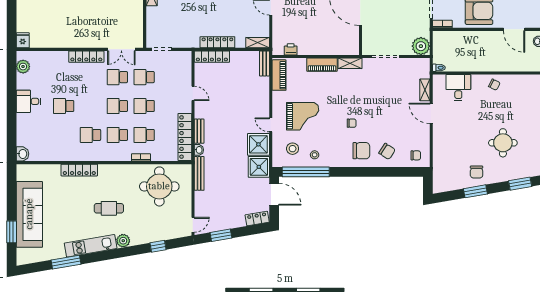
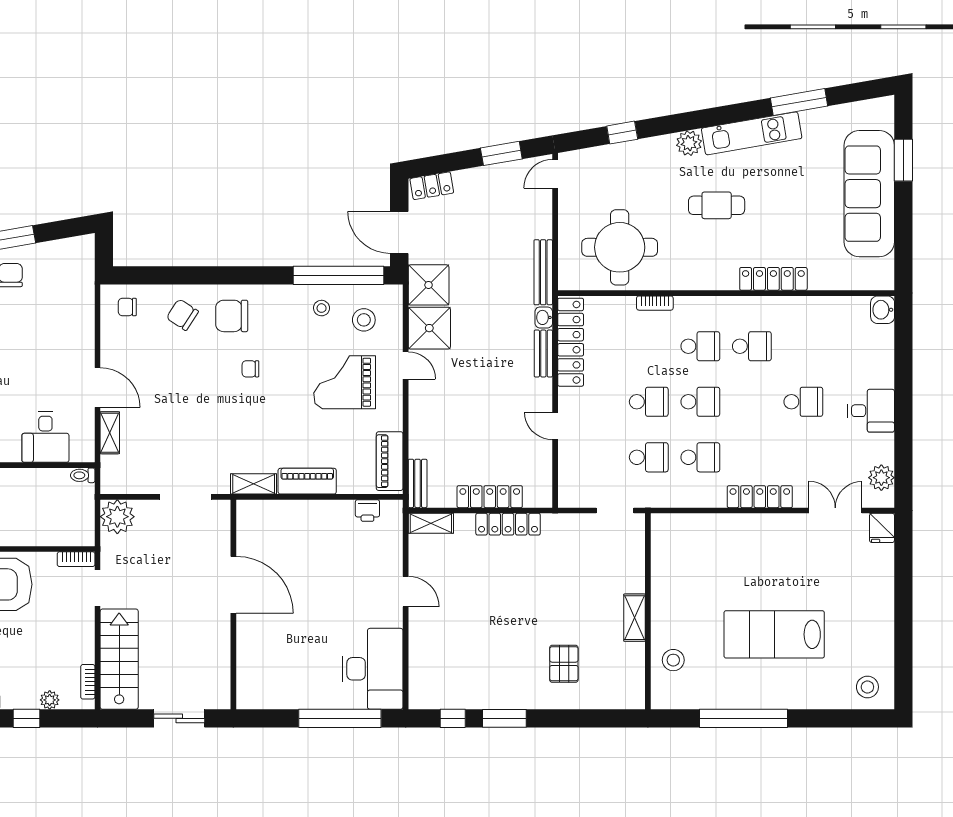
double door: (121, 49) -> (835, 510), moved
locker: (212, 57) -> (490, 497), moved
school desk: (144, 135) -> (649, 346), removed

